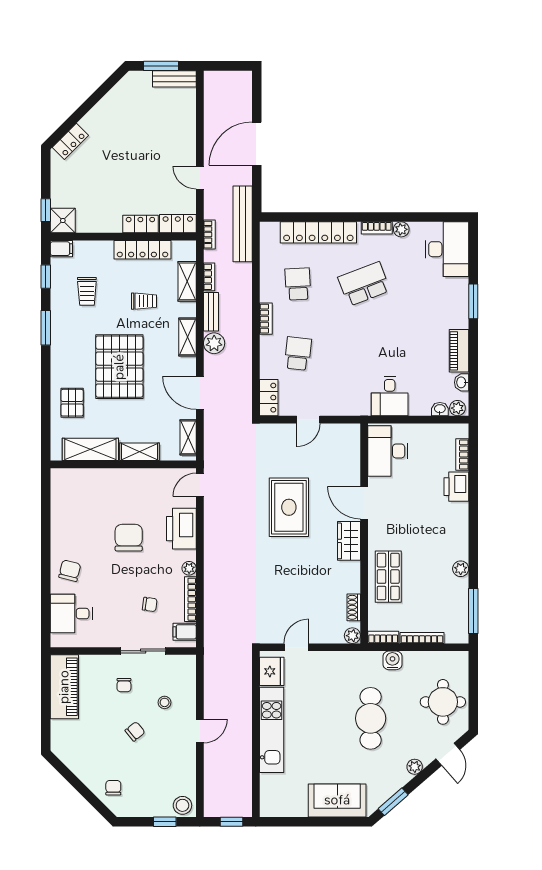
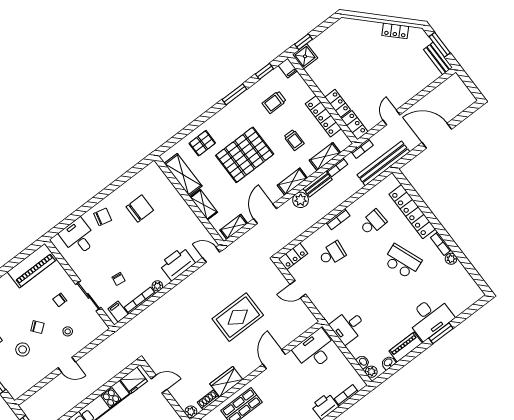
locker: (70, 141) -> (395, 31), moved
desk: (447, 249) -> (430, 317), moved
chair: (129, 538) -> (140, 209), moved
wardrobe: (349, 541) -> (226, 382), moved
stool: (182, 805) -> (23, 349), moved

